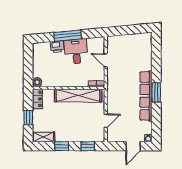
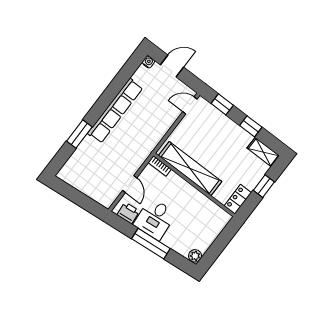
printer: (57, 47) -> (128, 213), moved
plant: (37, 82) -> (195, 256), moved
window: (156, 92) -> (79, 134), moved
door: (106, 121) -> (190, 105), moved

